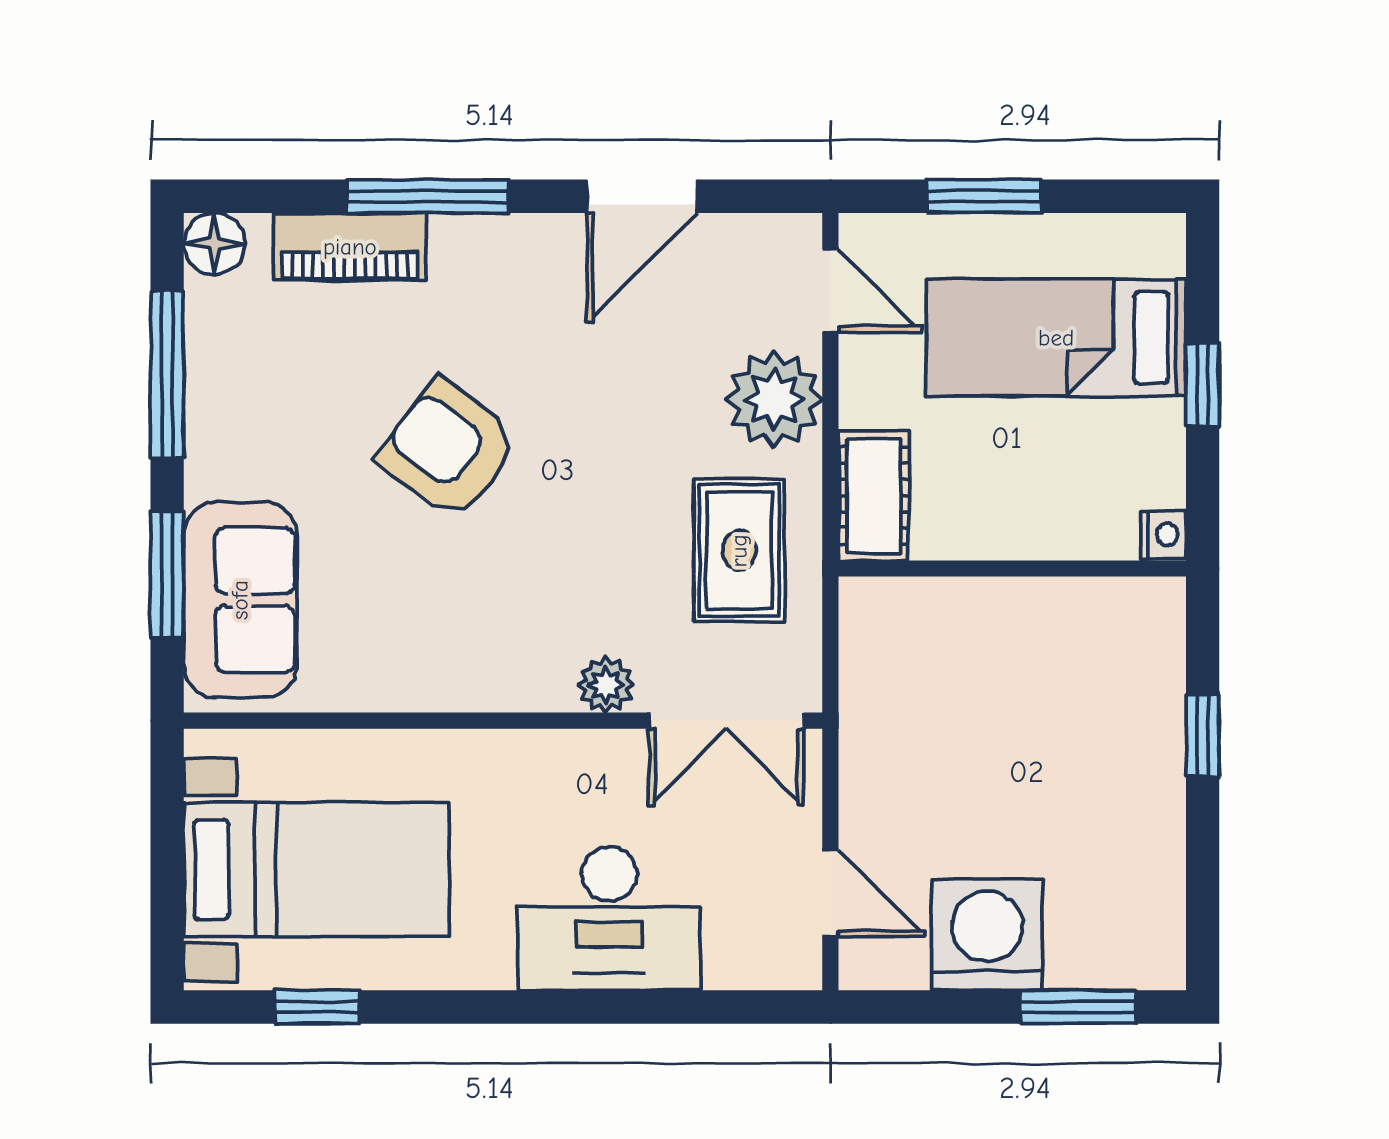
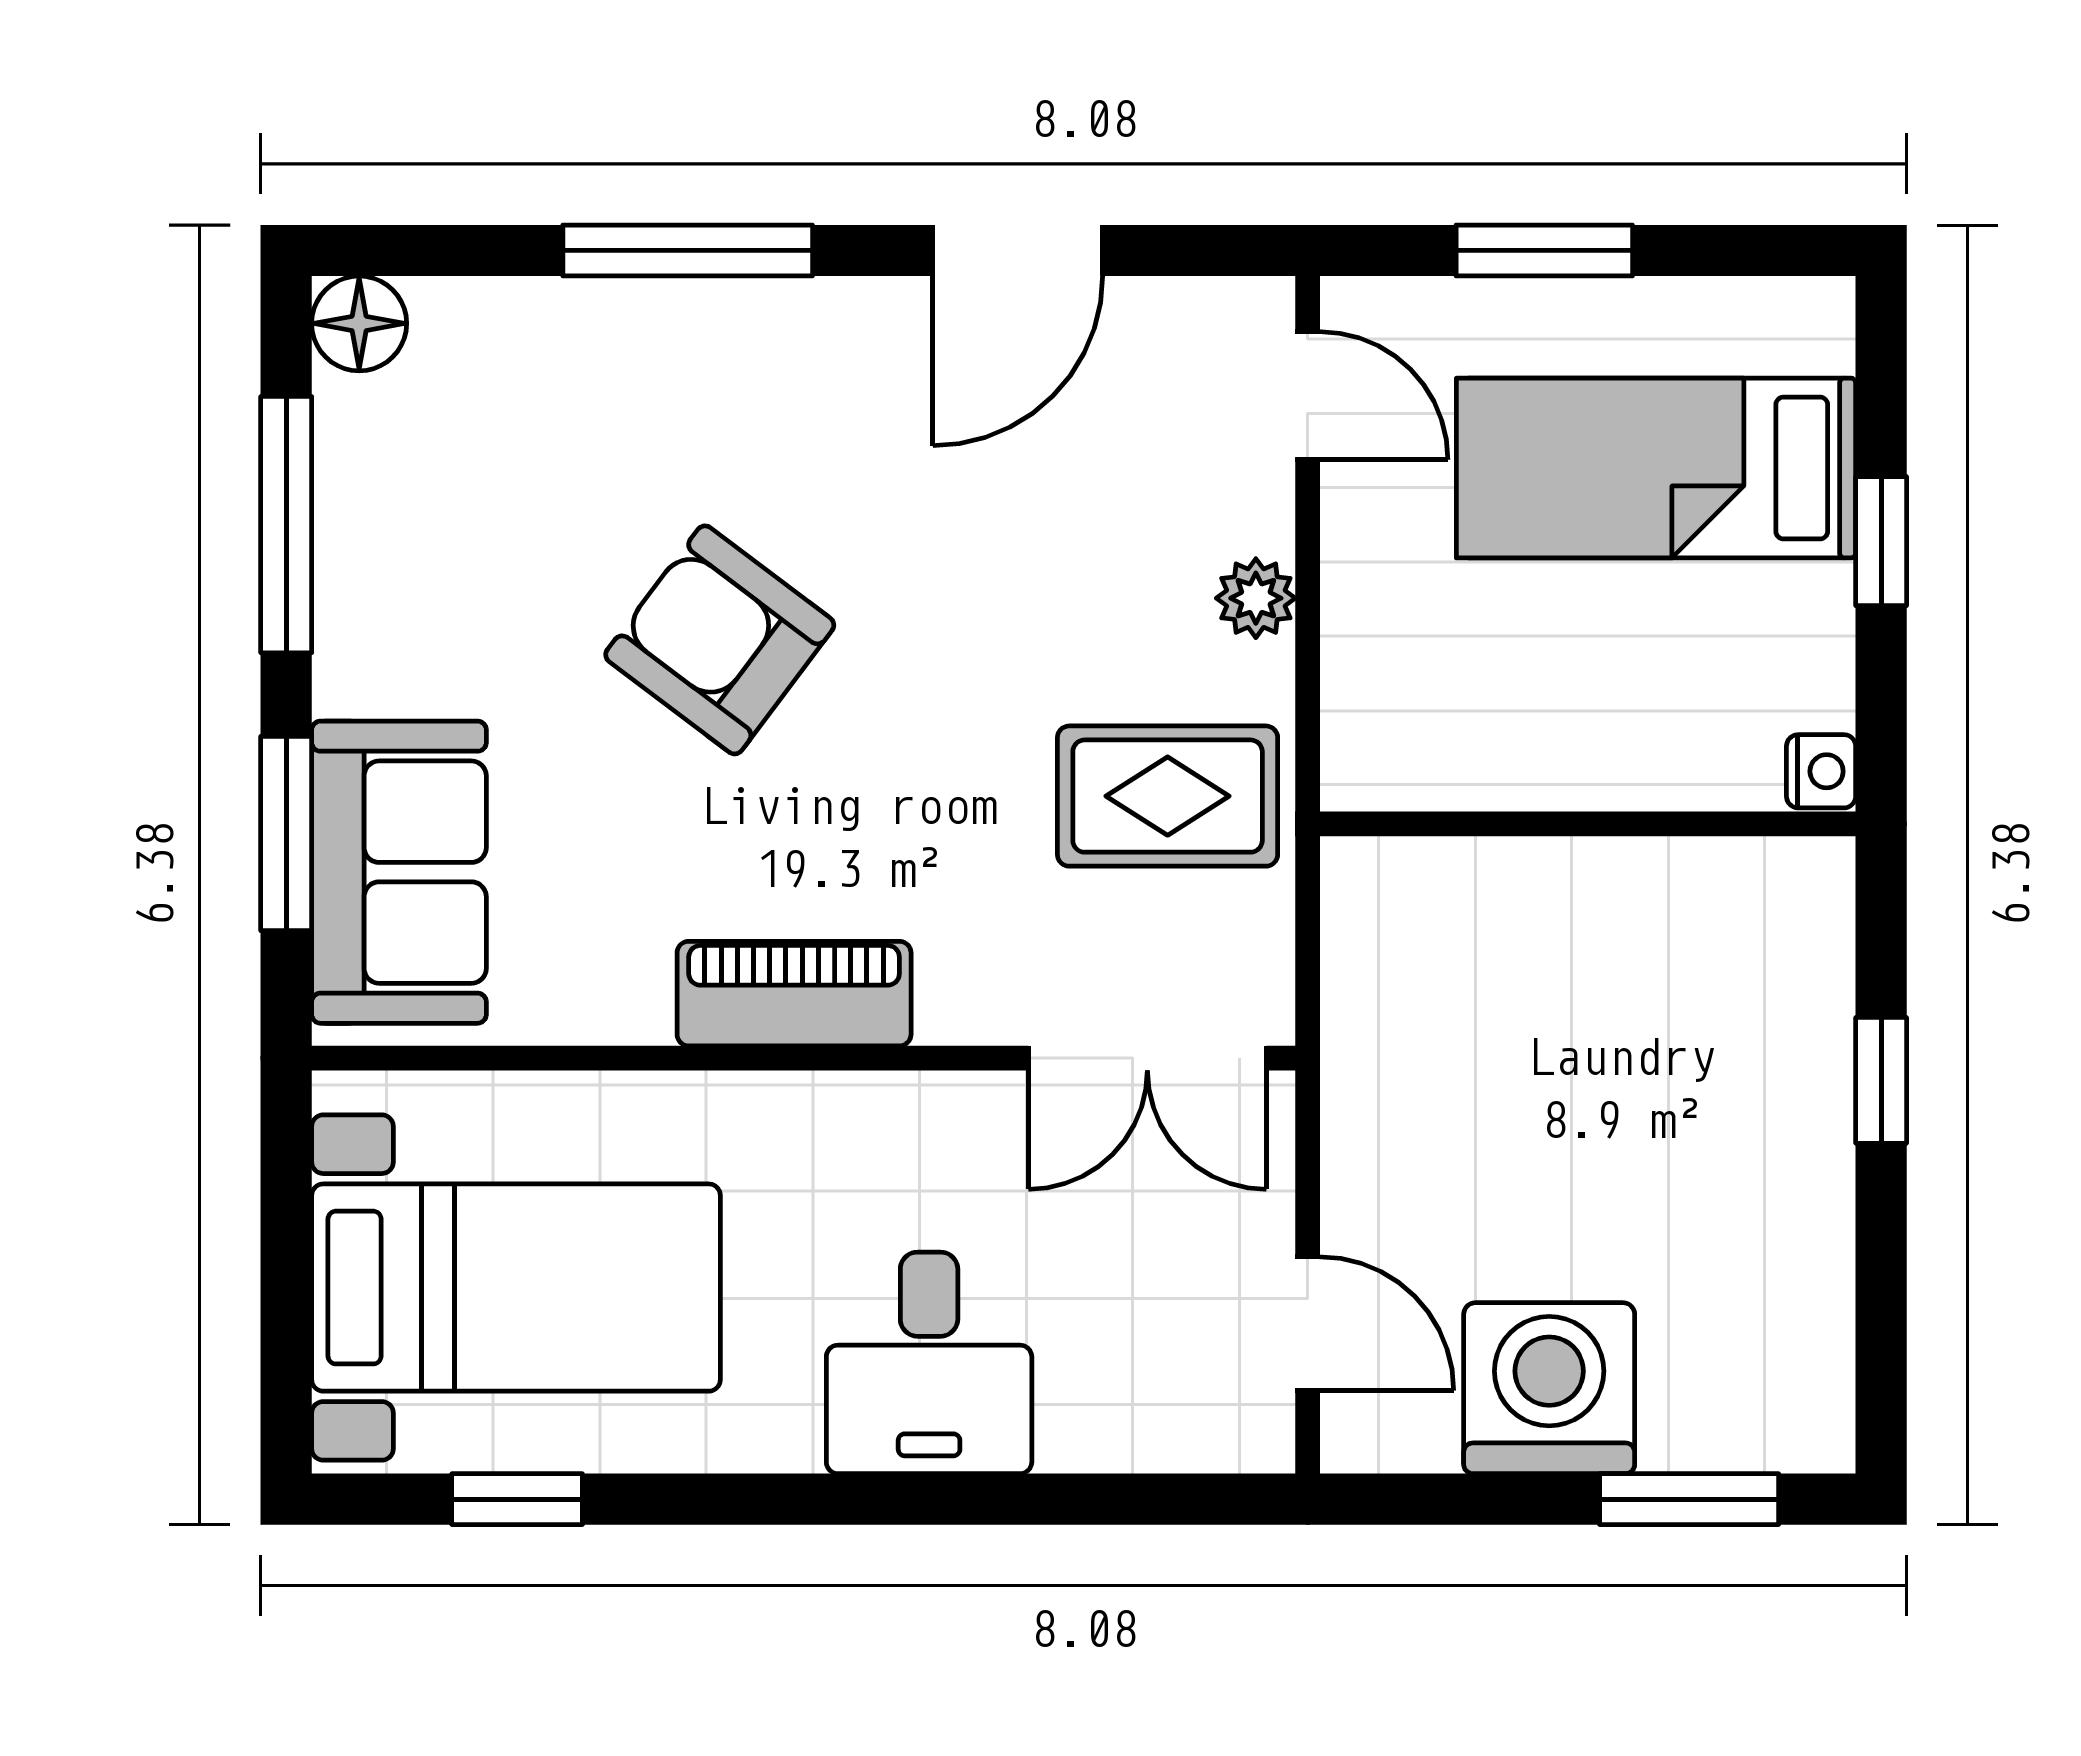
piano: (350, 247) -> (794, 994), moved, turned 180
plant: (774, 399) -> (1256, 598), width x0.53, depth x0.53
cot: (874, 496) -> (1374, 712), removed
rug: (739, 551) -> (1168, 796), turned 90
plant: (606, 685) -> (962, 1003), removed
desk: (609, 919) -> (929, 1363), width x0.73

